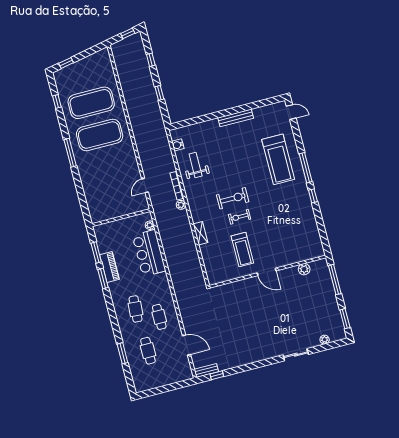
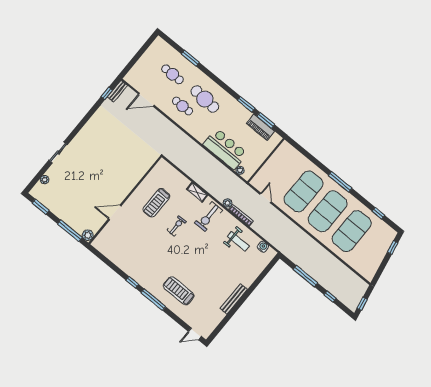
window: (159, 93) -> (305, 276), width x2.17
treadmill: (278, 159) -> (179, 291), width x0.73, depth x0.73
exercise mat: (108, 167) -> (304, 191), added
exercise bike: (233, 198) -> (209, 217), moved
treadmill: (242, 250) -> (156, 203), turned -90
piano: (110, 267) -> (260, 127), moved
plant: (304, 269) -> (88, 235), moved
door: (267, 272) -> (115, 212), moved
cafe table: (136, 309) -> (205, 99), width x1.37, depth x1.35

